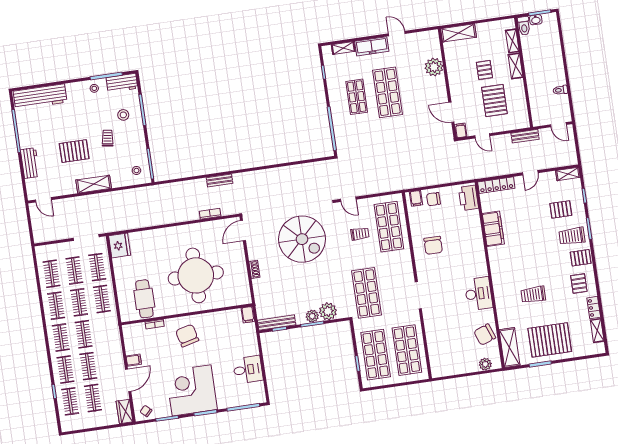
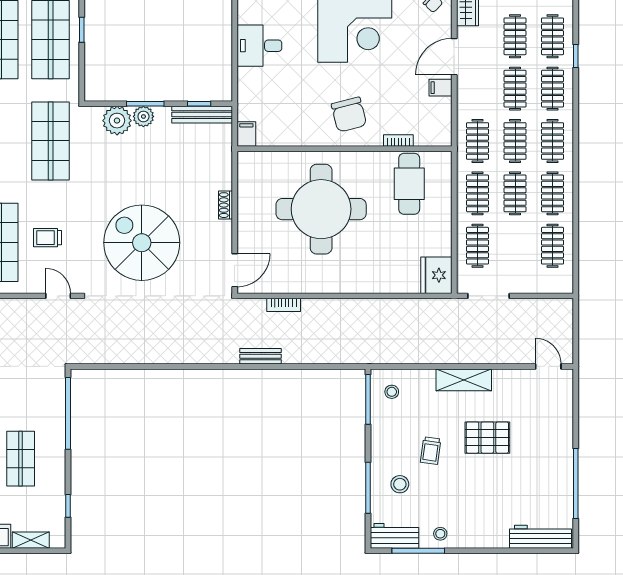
workbench: (40, 97) -> (541, 537), width x0.73, depth x0.76
workbench: (30, 163) -> (561, 429), removed
clothes rail: (74, 270) -> (478, 141), moved

